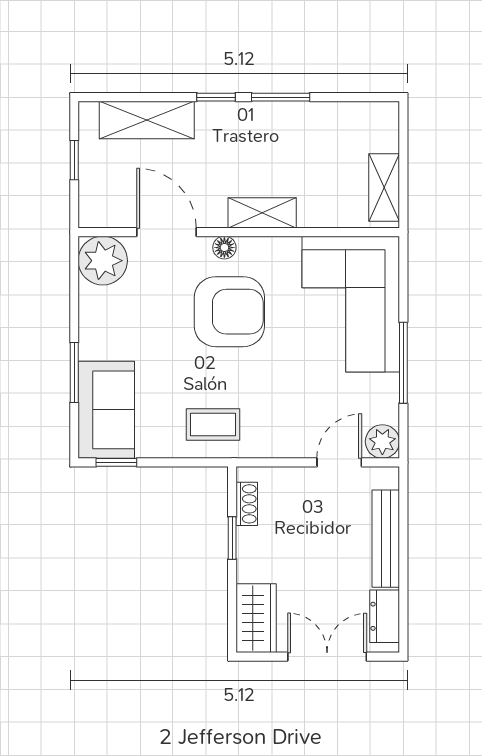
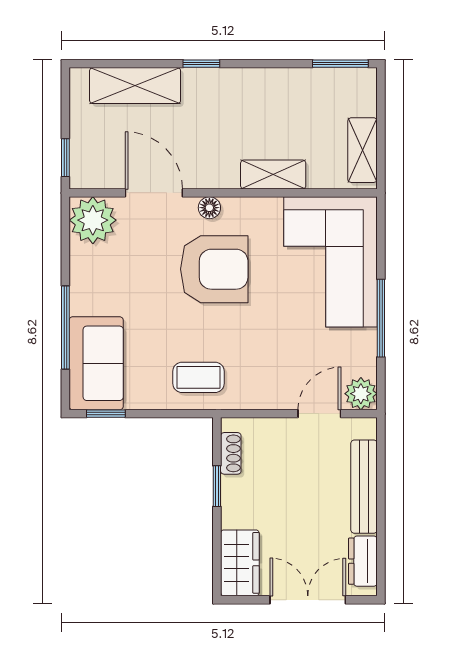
window: (281, 97) -> (340, 64), moved
window: (74, 160) -> (65, 158), moved
shelving: (262, 213) -> (273, 174), moved
window: (74, 372) -> (65, 327), width x1.44

